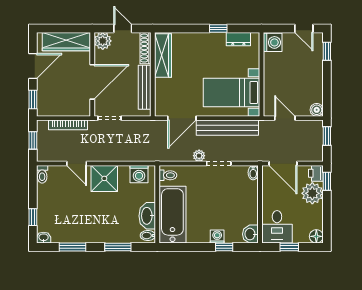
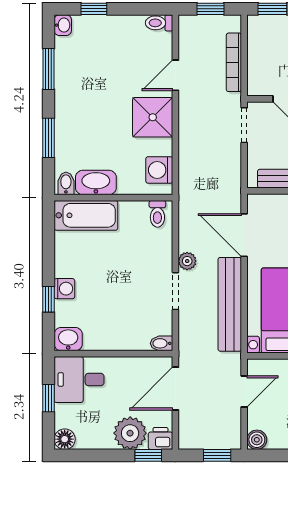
bathtub: (172, 215) -> (86, 215), width x0.73, depth x0.73

